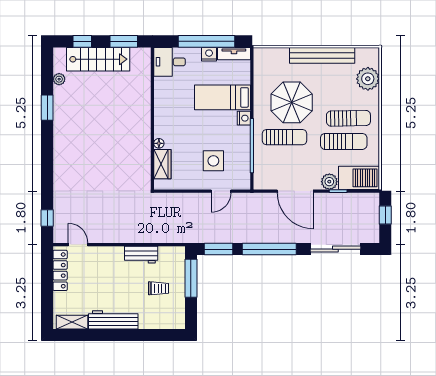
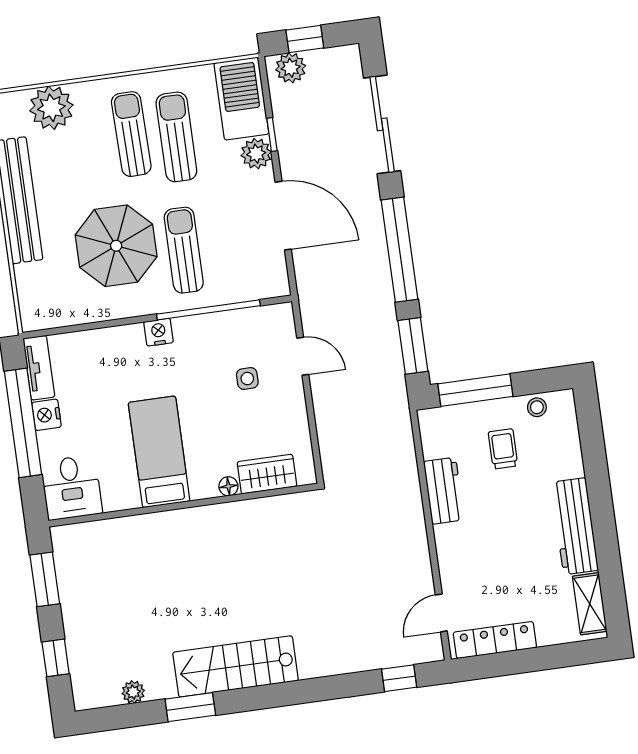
stairs: (98, 59) -> (236, 666), moved, turned -90
bed: (222, 97) -> (159, 452), moved, turned 180
side table: (213, 161) -> (247, 379), width x0.54, depth x0.54
door: (295, 191) -> (283, 216), hinge flipped
plant: (371, 206) -> (291, 68), added
stool: (178, 309) -> (537, 407), added

